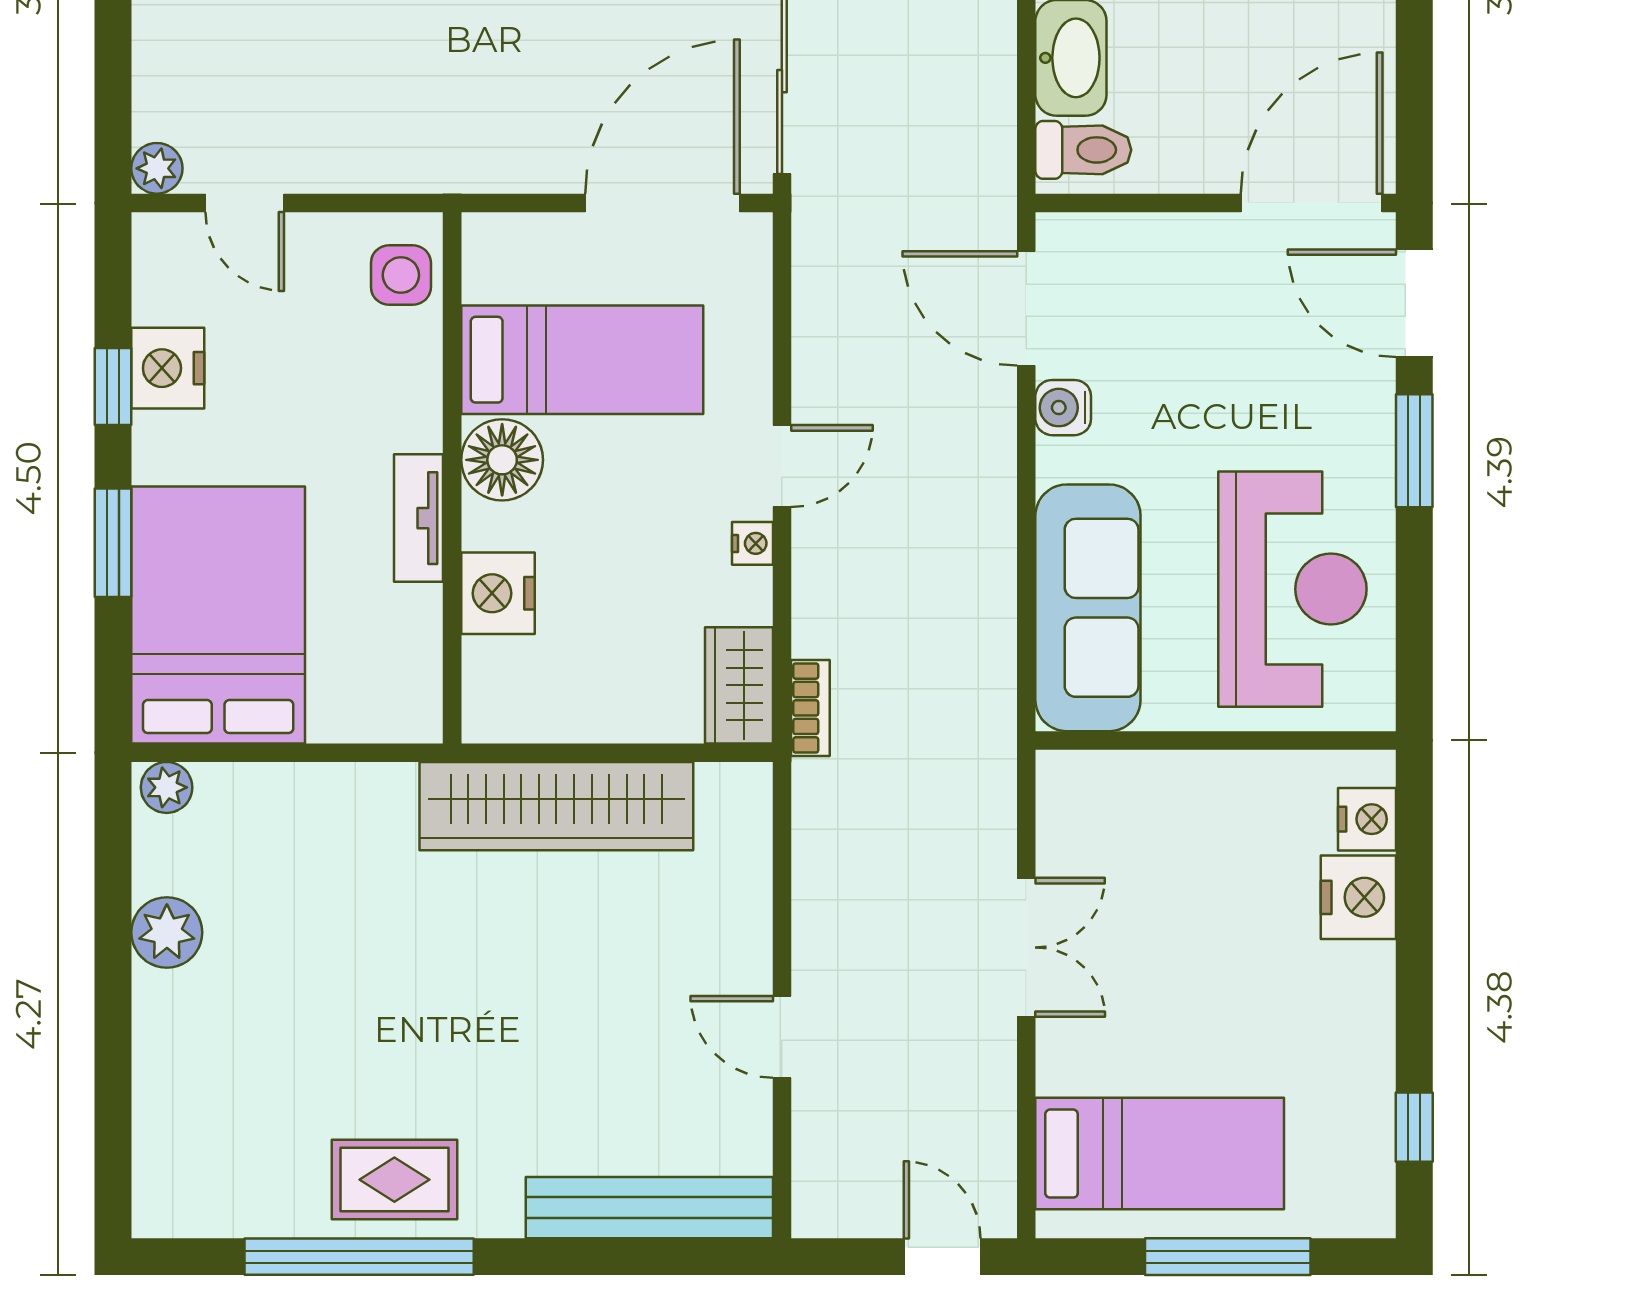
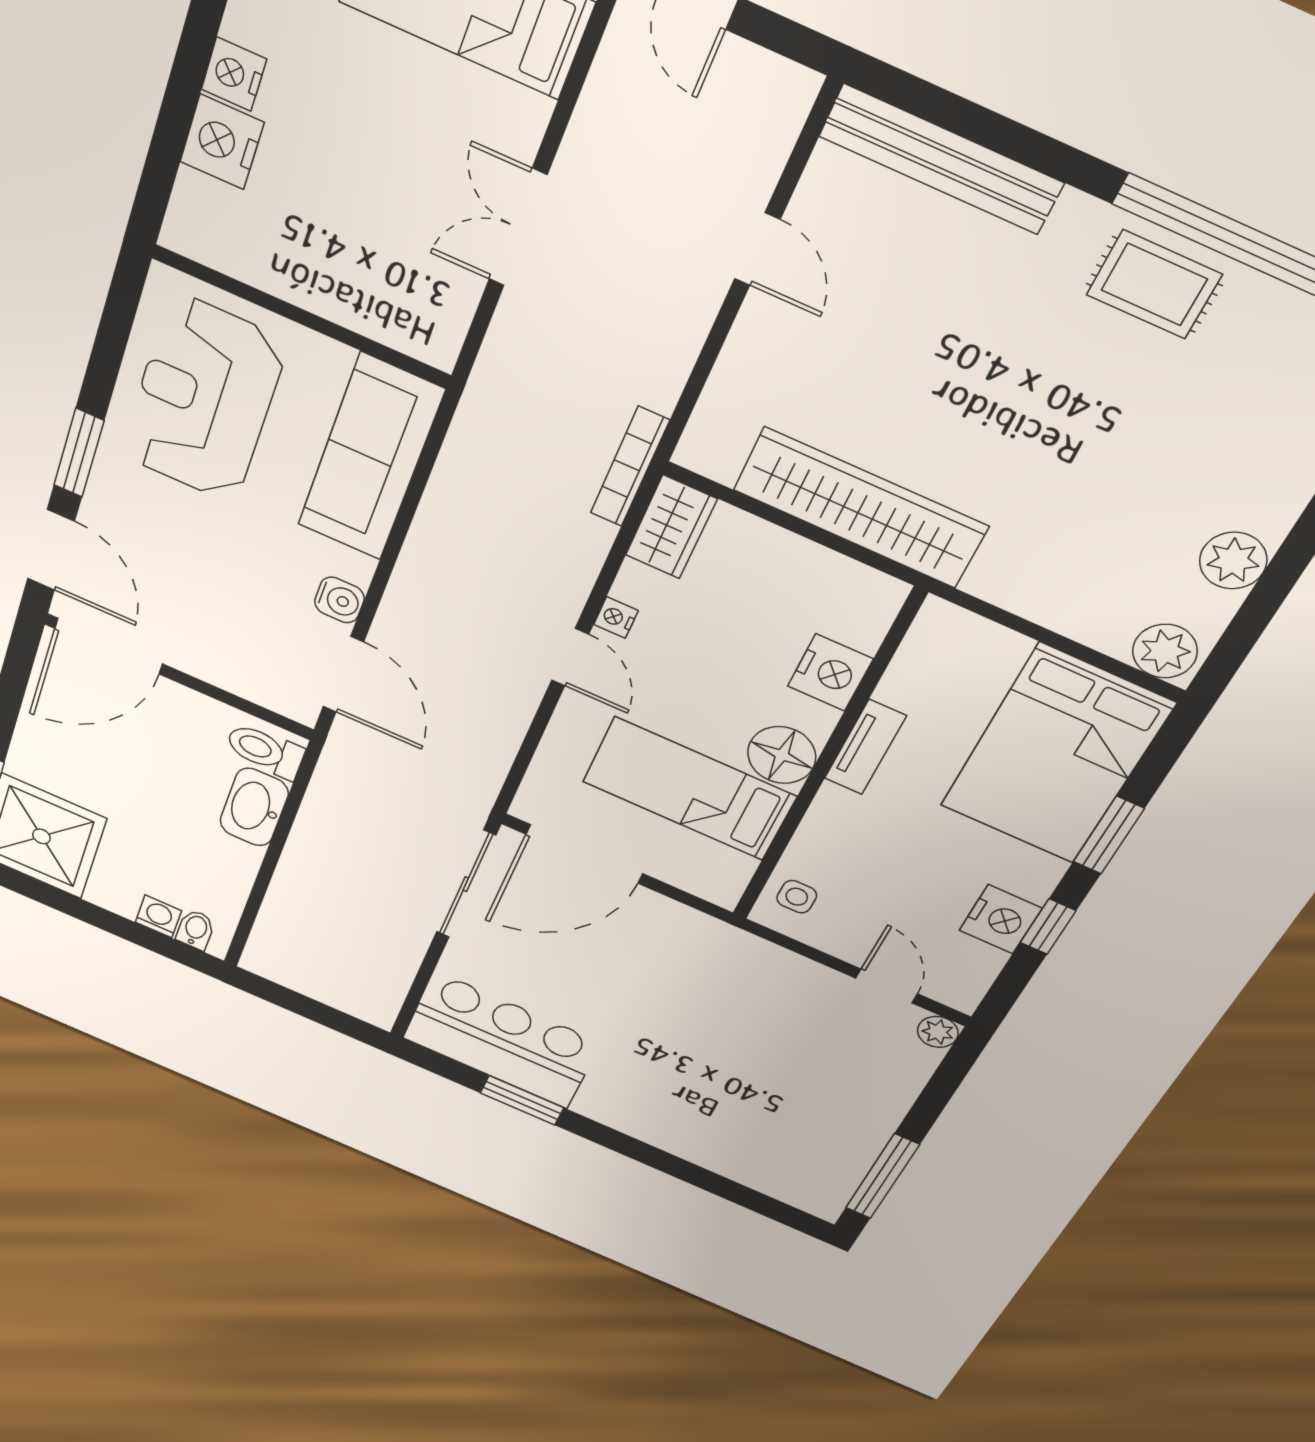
side table: (401, 275) -> (797, 897), width x0.73, depth x0.73
door: (782, 466) -> (570, 657), swing flipped
bookcase: (810, 708) -> (630, 467), width x1.56
plant: (167, 787) -> (1165, 651), width x1.38, depth x1.38
nightstand: (1367, 819) -> (234, 74), moved

